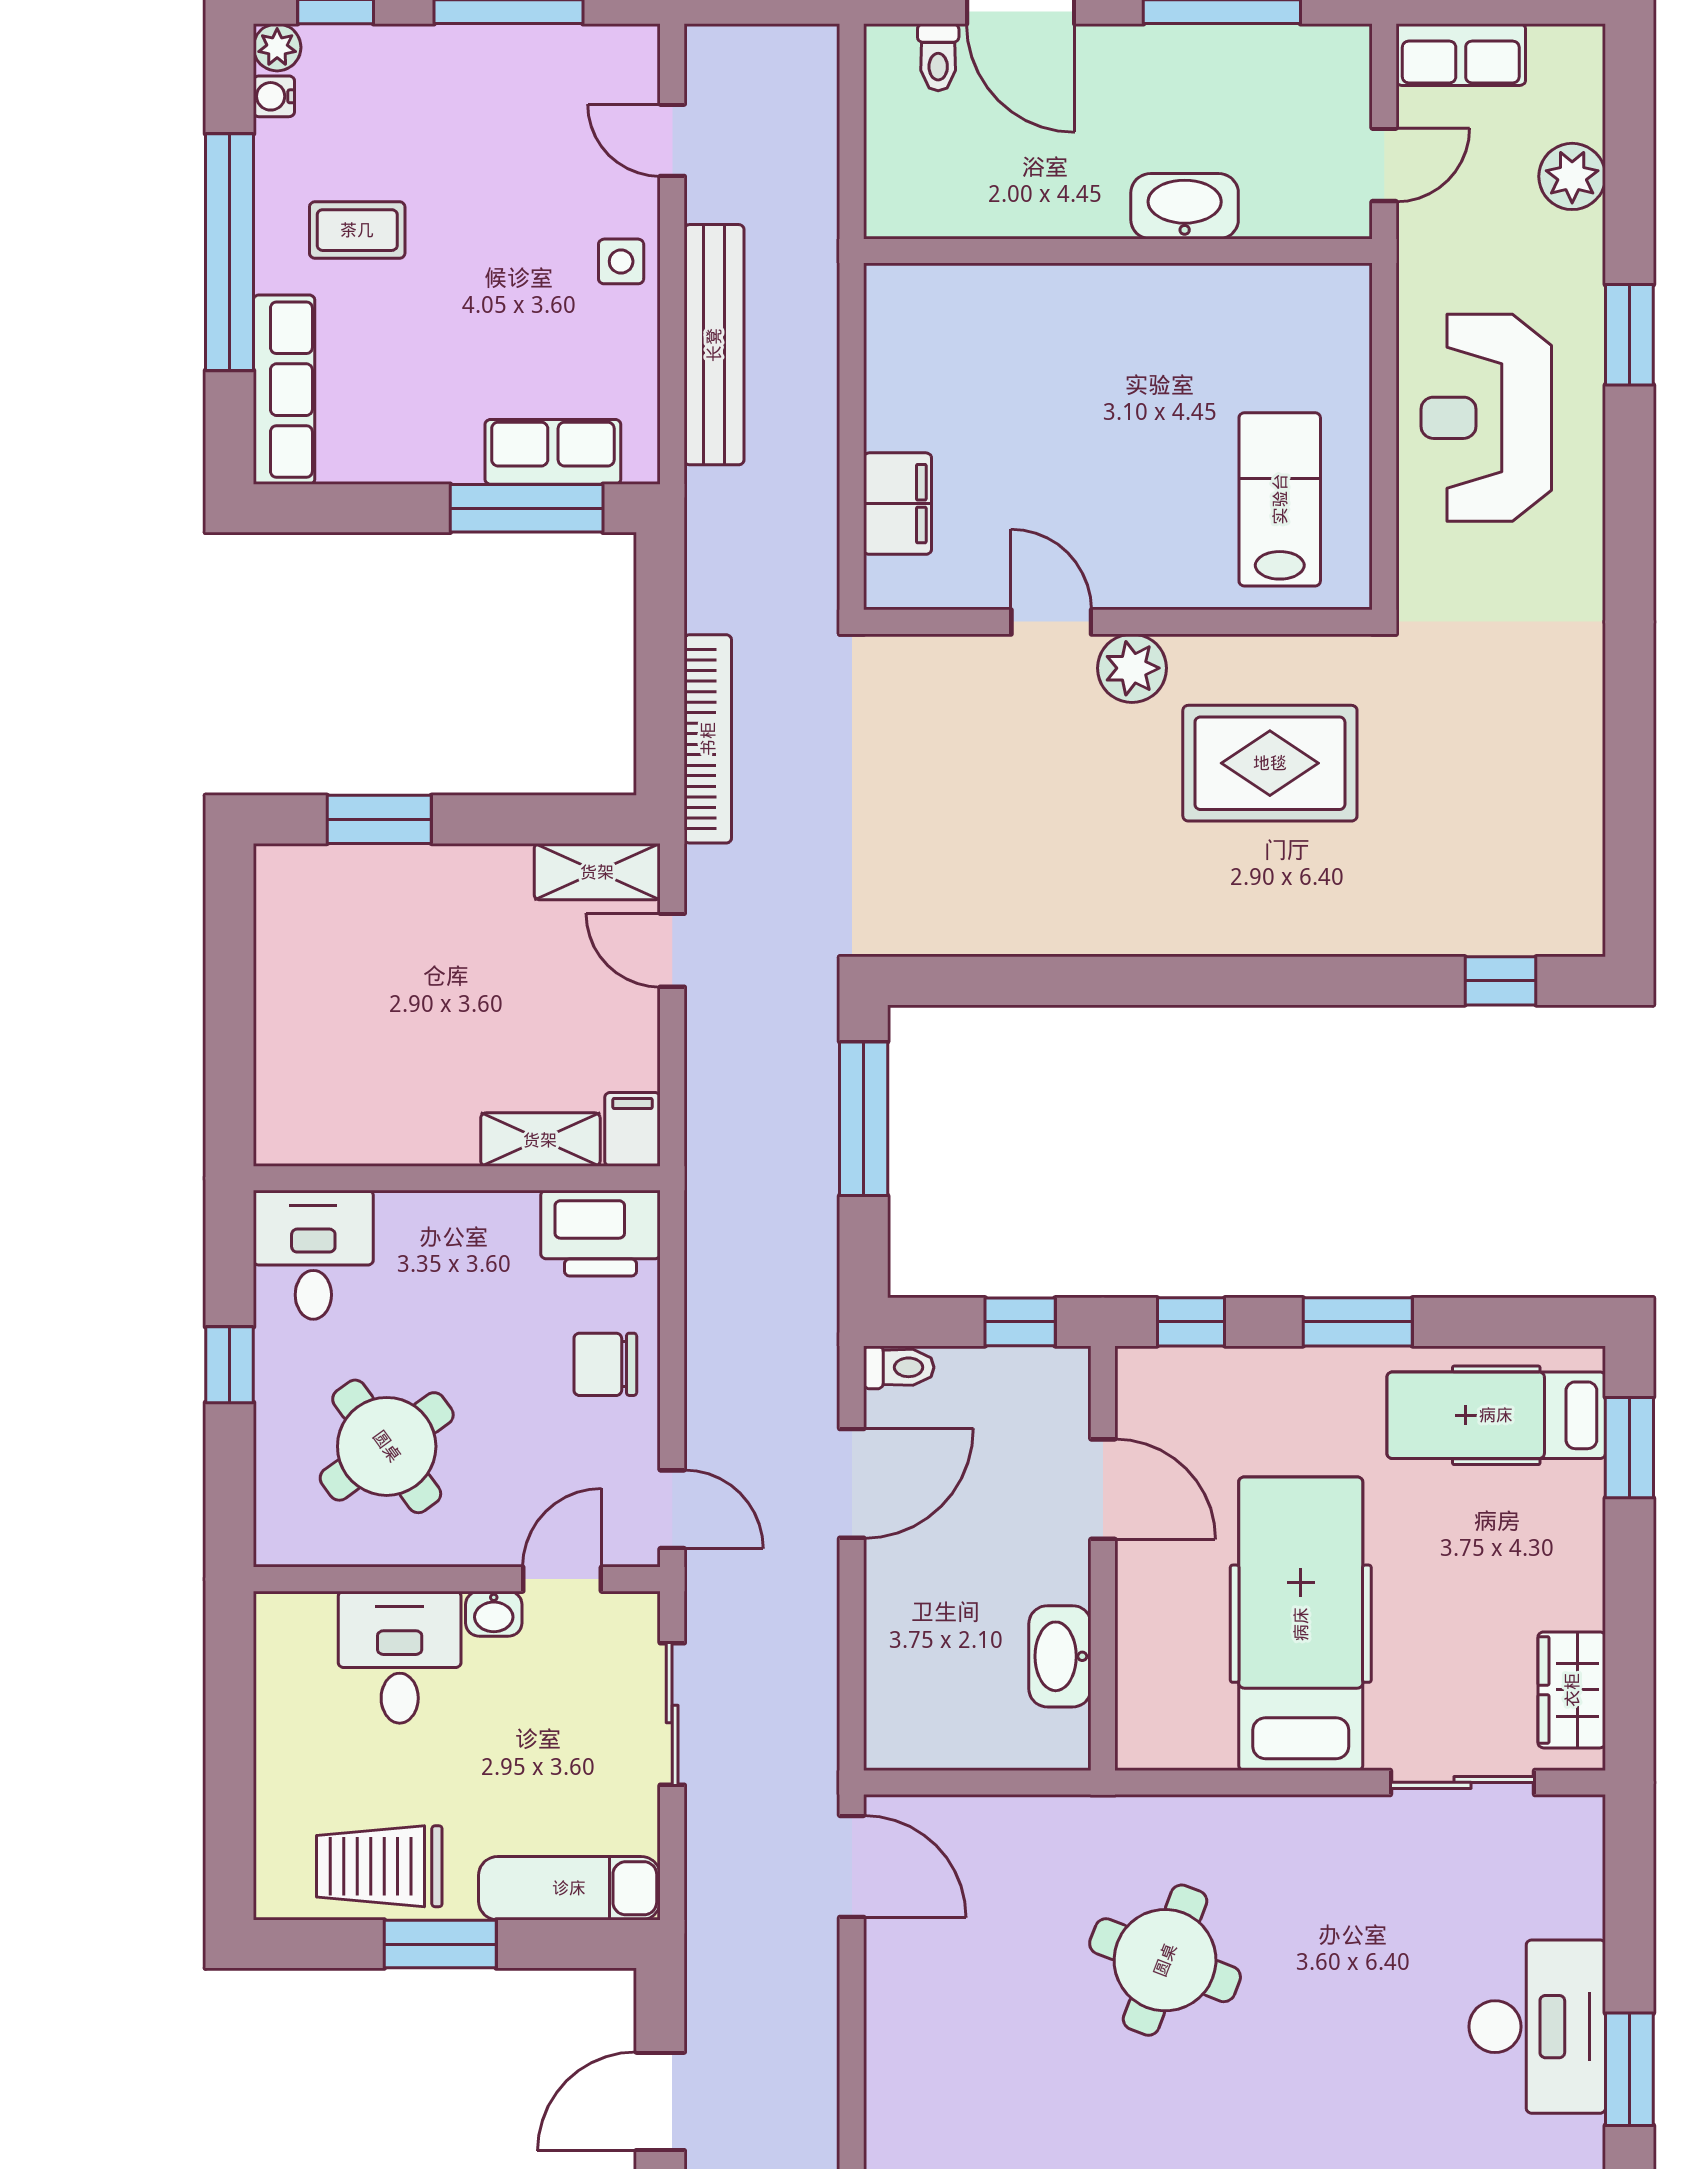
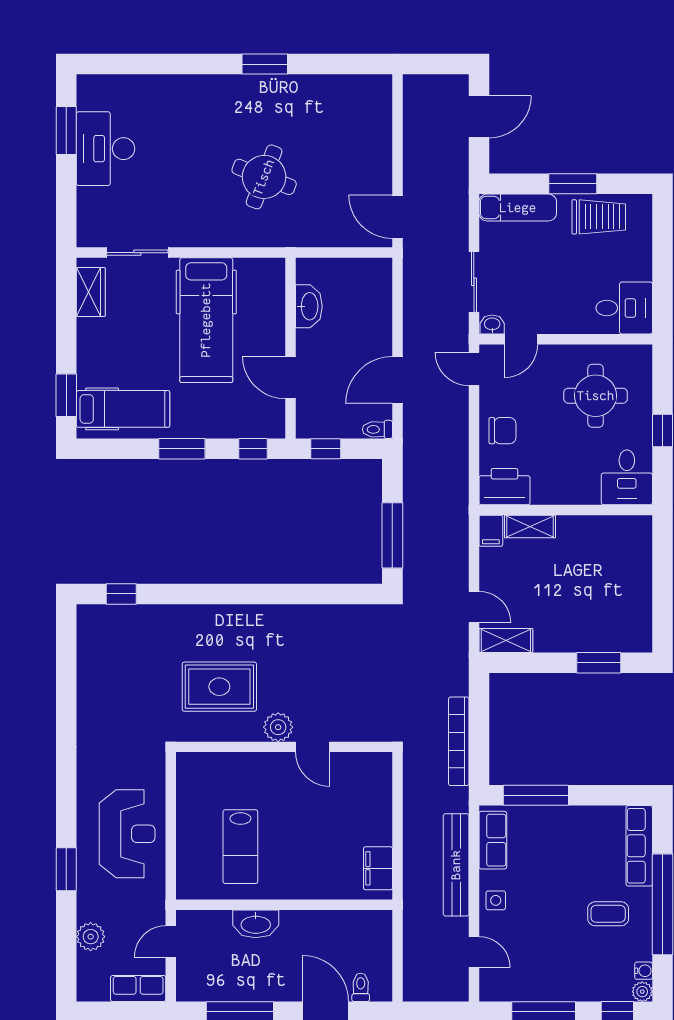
row of seats: (553, 452) -> (493, 840), moved, turned -90
lab bench: (1280, 499) -> (240, 847), moved
filing cabinet: (898, 504) -> (378, 868), moved
bookcase: (708, 739) -> (459, 741), moved
round table: (387, 1446) -> (596, 396), turned 36
washbasin: (494, 1614) -> (492, 324), moved
desk: (400, 1657) -> (624, 308), moved, turned -90

